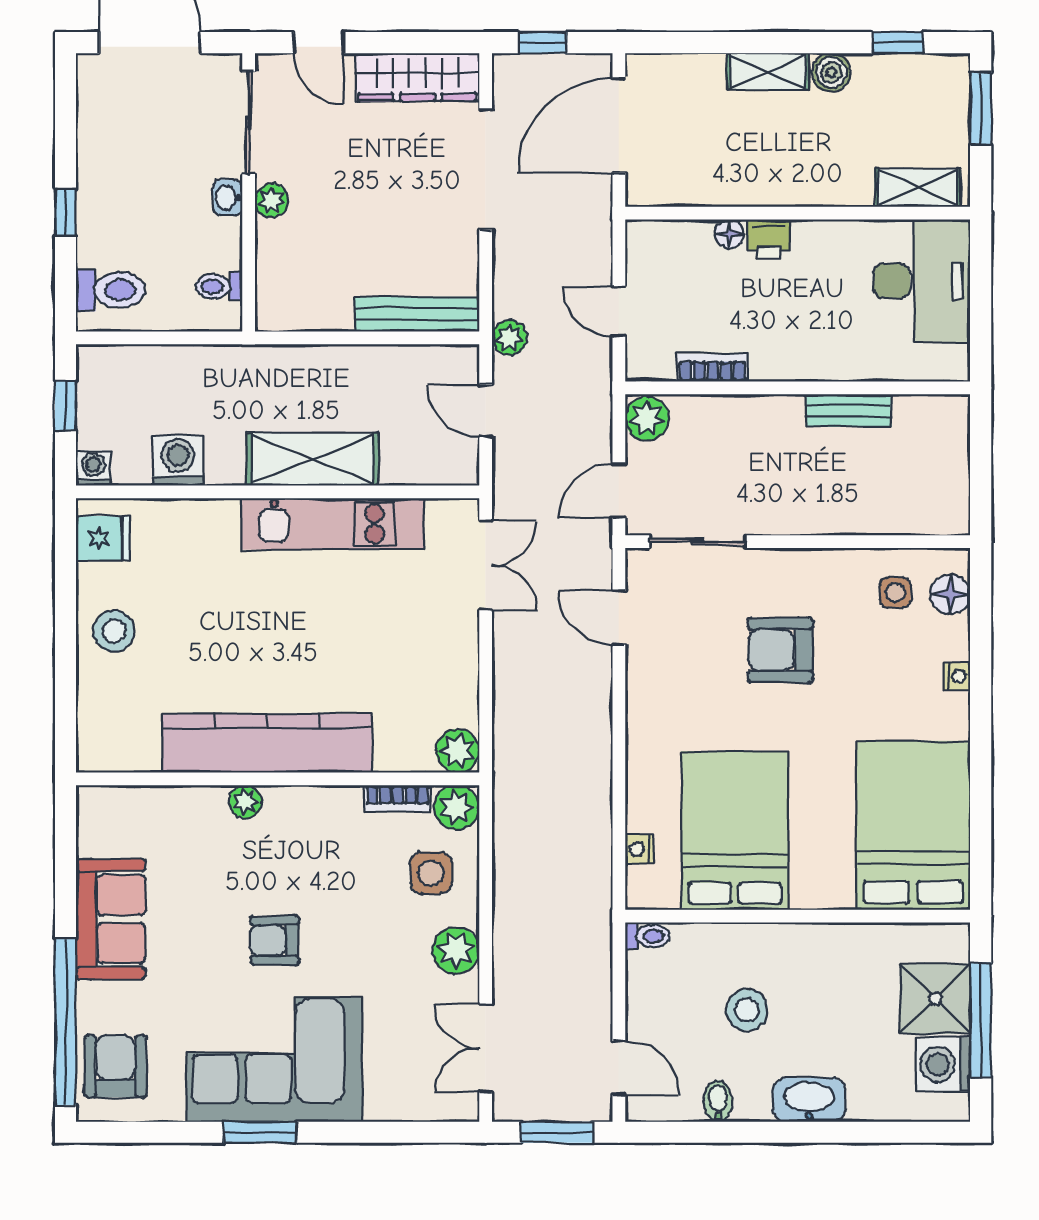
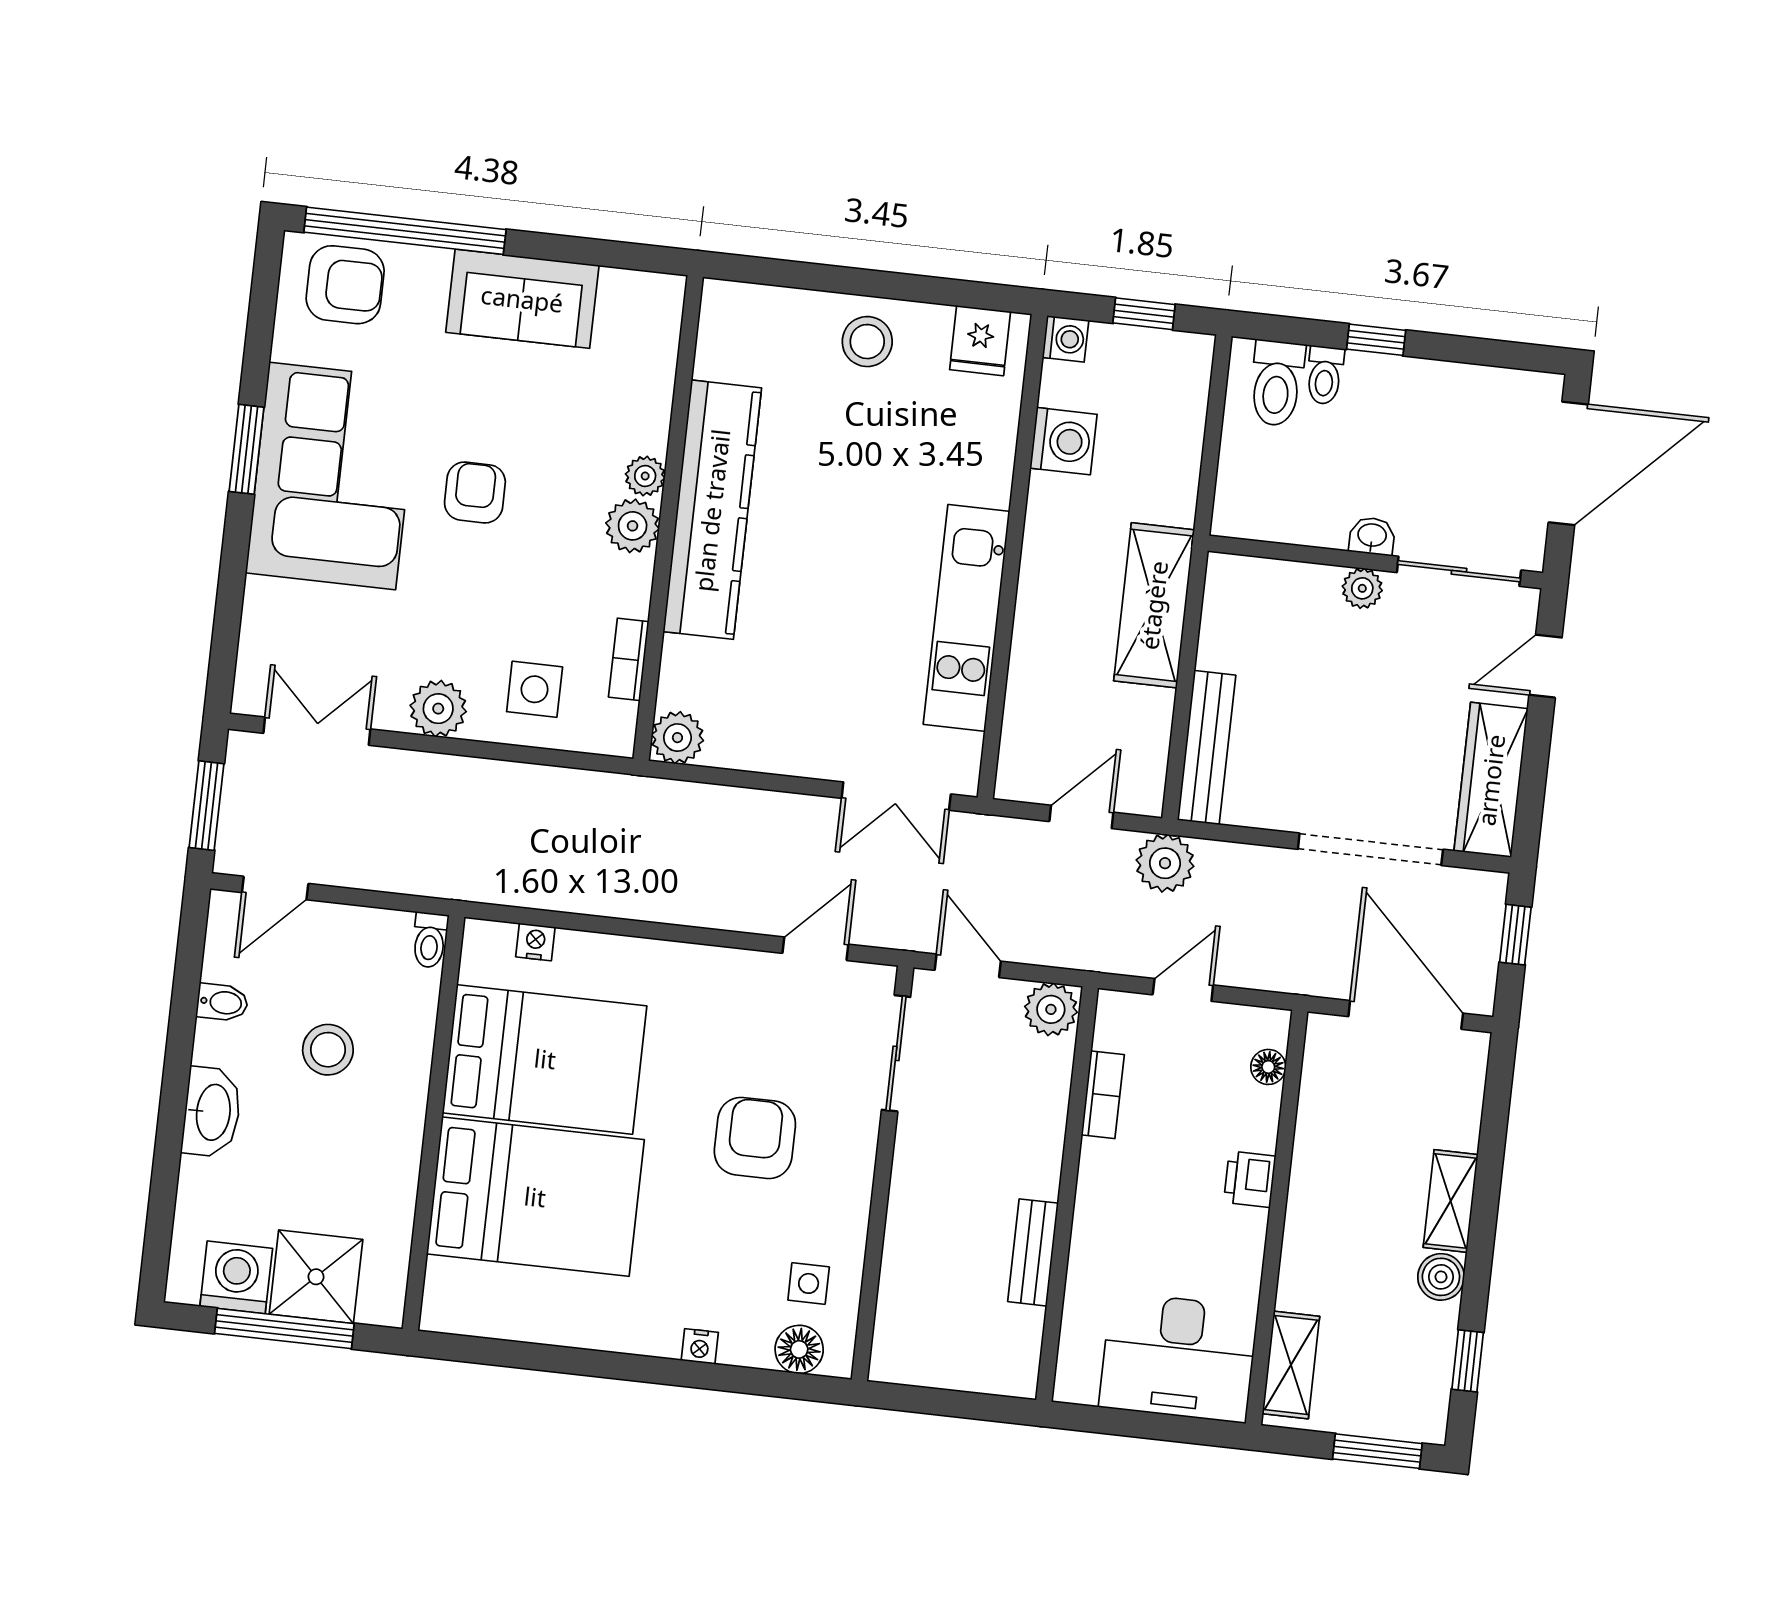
floor lamp: (729, 234) -> (1268, 1067), moved
toilet: (219, 286) -> (1325, 375), moved, turned 180
plant: (509, 338) -> (1165, 863), width x1.38, depth x1.38
shelving: (313, 459) -> (1154, 605), moved
plant: (456, 807) -> (633, 526), moved
bed: (913, 825) -> (535, 1197), moved

